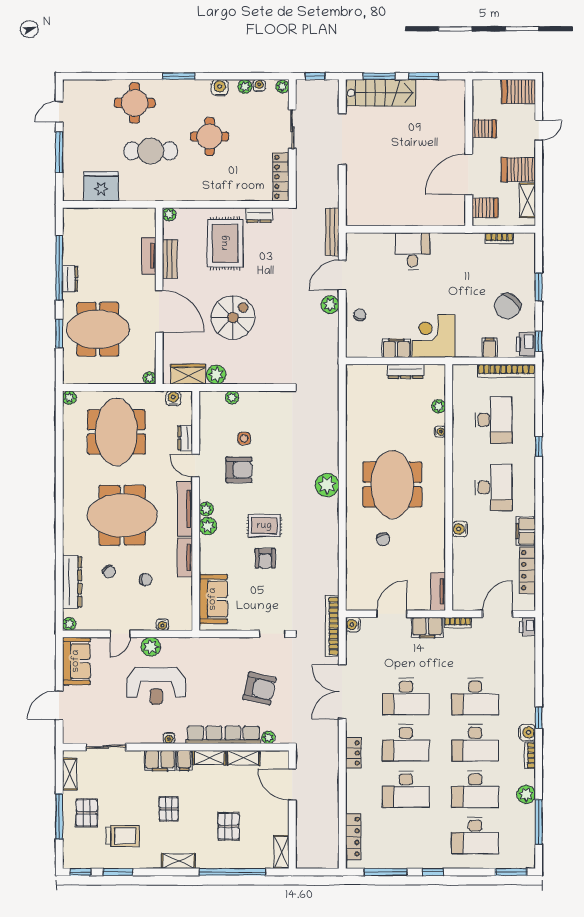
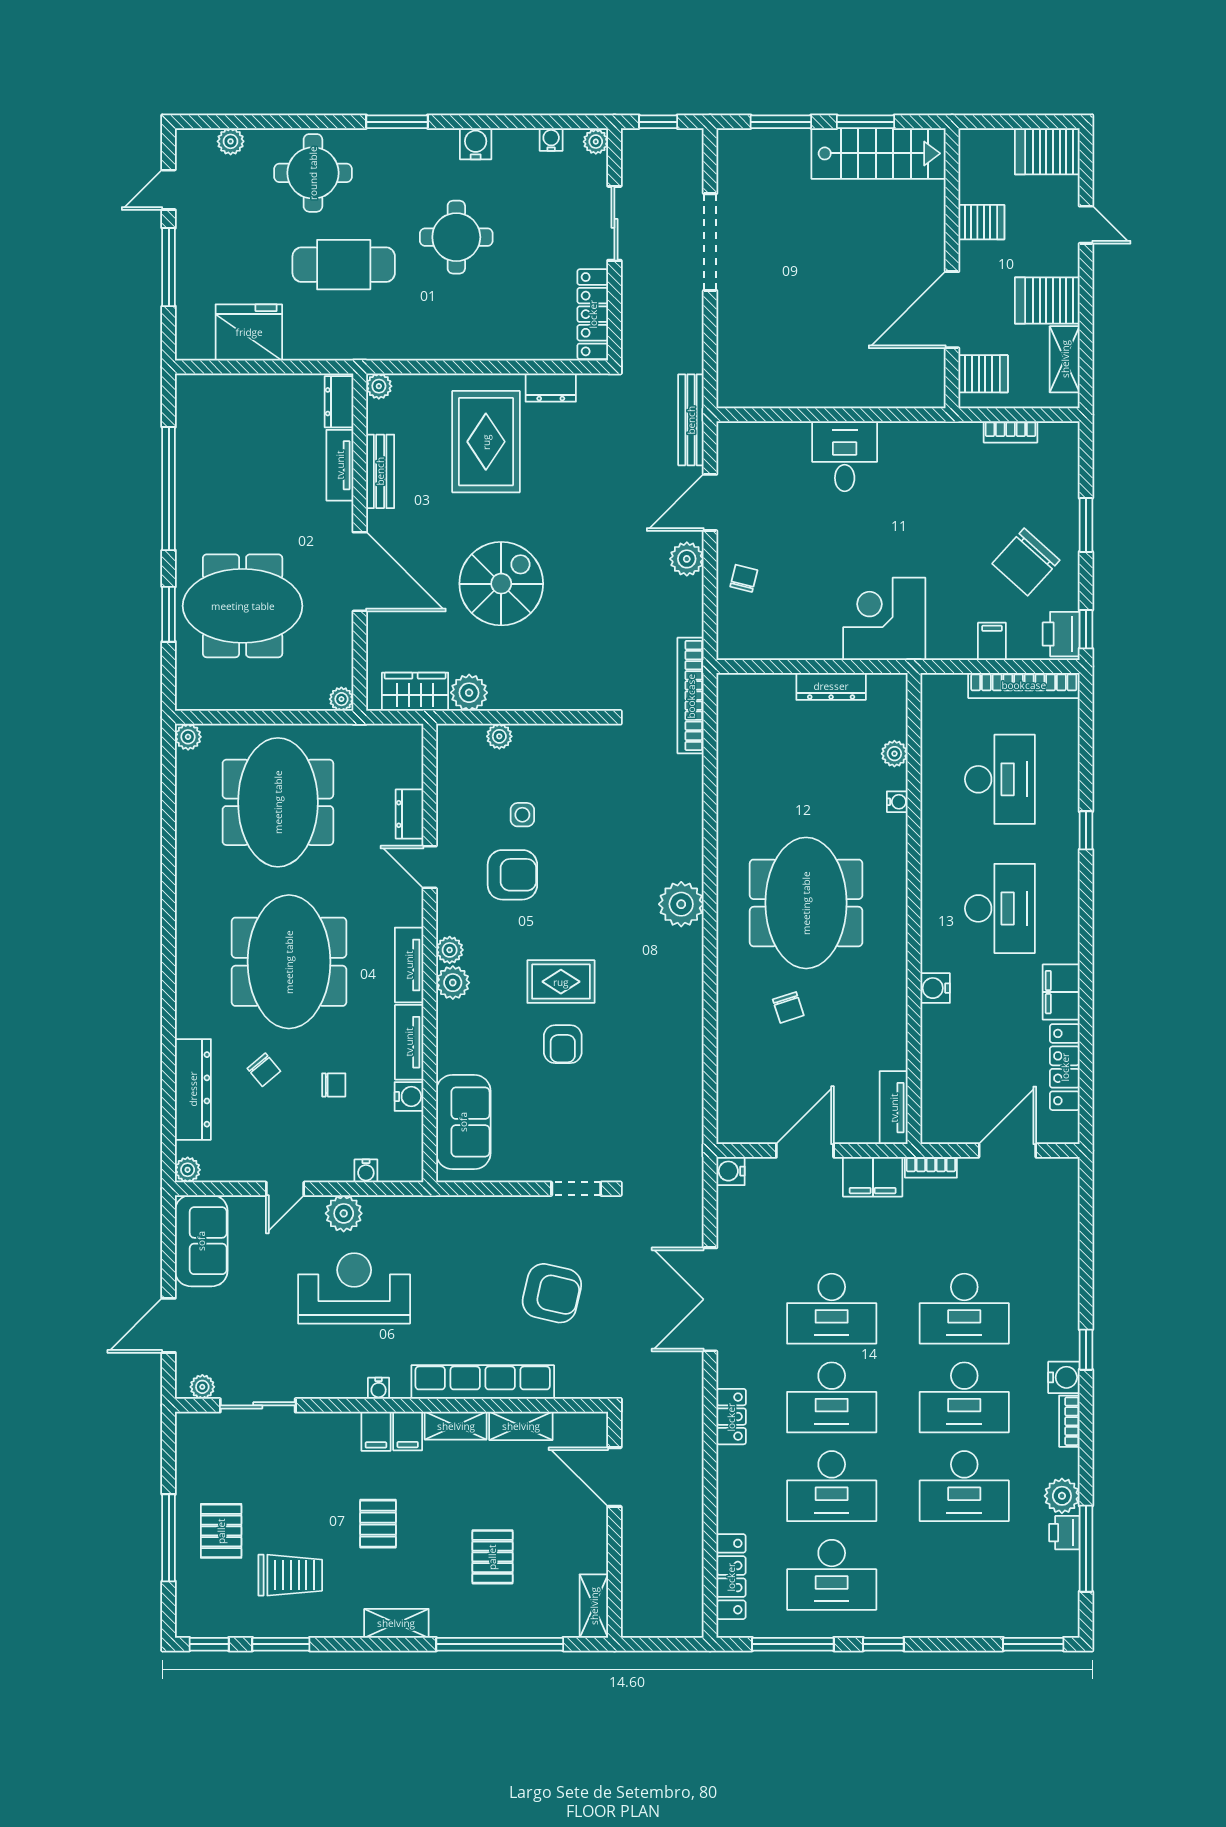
plant: (245, 86) -> (231, 141), moved
stairs: (381, 93) -> (879, 153), moved
door: (539, 130) -> (1086, 225), hinge flipped
dresser: (70, 279) -> (339, 402), moved, turned 180
filing cabinet: (396, 348) -> (814, 642), removed
water cooler: (173, 398) -> (409, 1096), moved, turned 90
tv unit: (185, 509) -> (409, 965), width x0.71
meeting table: (122, 515) -> (289, 962), turned 90
bookcase: (332, 626) -> (691, 696), moved
printer: (527, 627) -> (1064, 1533), moved
reception desk: (156, 686) -> (354, 1288), turned 180
plant: (268, 737) -> (202, 1387), moved
filing cabinet: (160, 761) -> (376, 1431), width x0.50
shelving: (70, 774) -> (189, 1457), removed
desk: (475, 836) -> (832, 1575), moved

